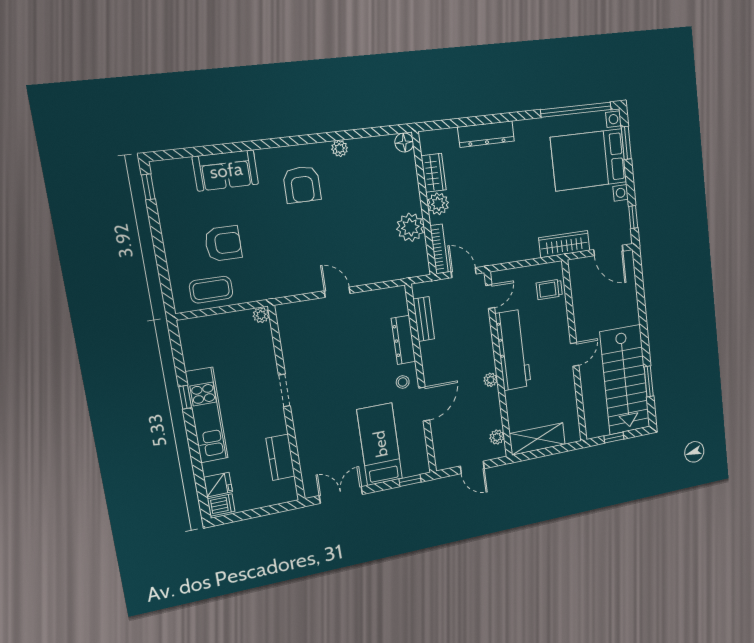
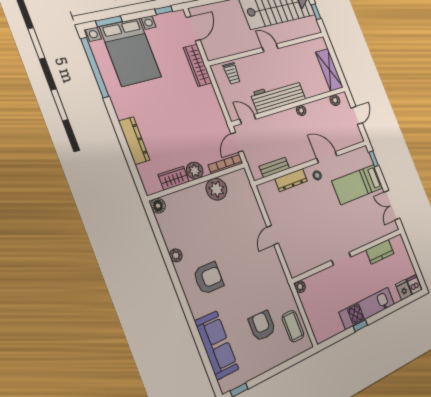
sofa: (226, 170) -> (217, 345), width x1.36

